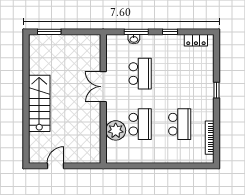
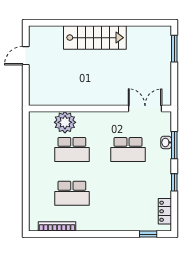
double door: (103, 87) -> (145, 109), moved
window: (217, 90) -> (148, 234), moved
door: (56, 166) -> (26, 56), swing flipped

